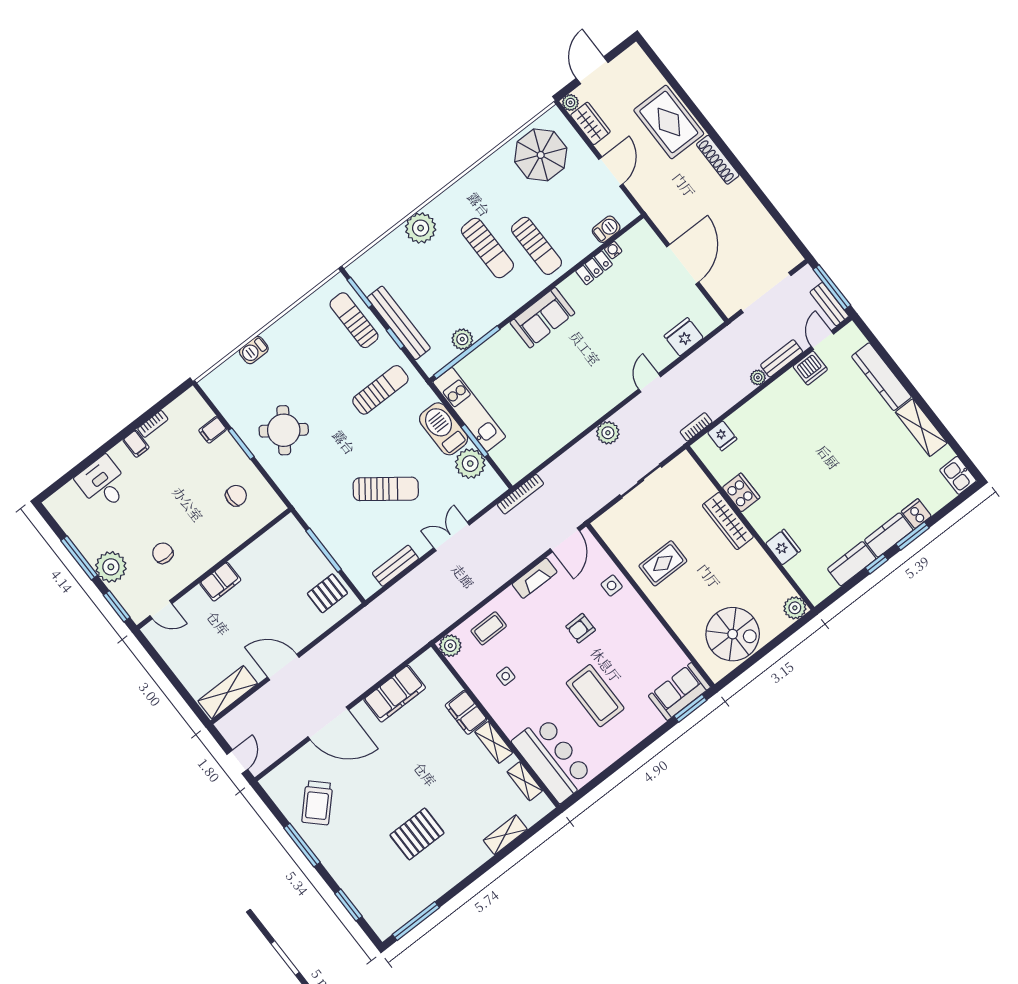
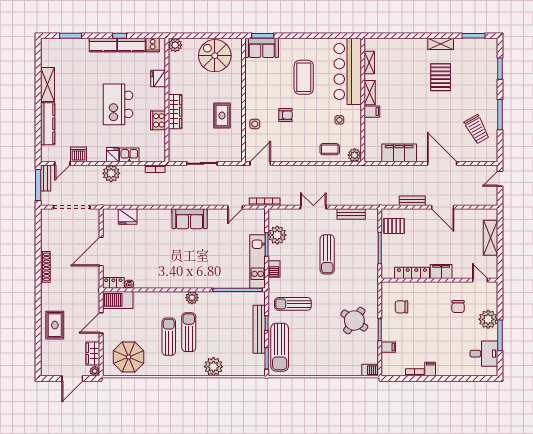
rug: (669, 122) -> (55, 325), width x0.73, depth x0.70
shoe rack: (718, 160) -> (45, 267), moved
barbecue: (606, 229) -> (118, 300), width x1.88, depth x1.53
sun lounger: (537, 246) -> (169, 337), moved
locker: (594, 268) -> (113, 283), moved
sofa: (542, 318) -> (190, 219), moved, turned 180
sun lounger: (354, 320) -> (280, 347), width x1.36, depth x1.34
plant: (462, 339) -> (192, 298), moved
barbecue: (254, 350) -> (370, 370), moved
bench: (782, 358) -> (412, 201), moved
plant: (758, 377) -> (111, 173), width x1.88, depth x1.88
door: (650, 383) -> (235, 207), moved
barbecue: (444, 429) -> (274, 269), width x0.53, depth x0.65
plant: (608, 433) -> (200, 199), removed
fridge: (722, 436) -> (113, 155), moved
kitchen island: (809, 473) -> (118, 104), added
kitchen sink: (958, 475) -> (129, 155), moved, turned -90
desk: (103, 483) -> (484, 354), moved, turned -90
sun lounger: (386, 489) -> (327, 254), turned -127
cooker: (916, 514) -> (153, 45), moved
double door: (452, 536) -> (313, 207), swing flipped
window: (912, 536) -> (70, 36), moved
locker: (257, 550) -> (412, 273), added
rug: (663, 563) -> (222, 116), turned 90
fireplace: (535, 578) -> (289, 156), removed
window: (117, 606) -> (500, 298), removed
shelving: (228, 692) -> (490, 238), moved, turned 90
filing cabinet: (466, 712) -> (372, 112), width x0.50
bar counter: (553, 759) -> (348, 71), width x1.36
trolley: (317, 803) -> (477, 129), turned 107
pallet: (417, 834) -> (441, 77), turned 90
shelving: (505, 835) -> (441, 44), moved
window: (416, 921) -> (474, 36), width x0.69

